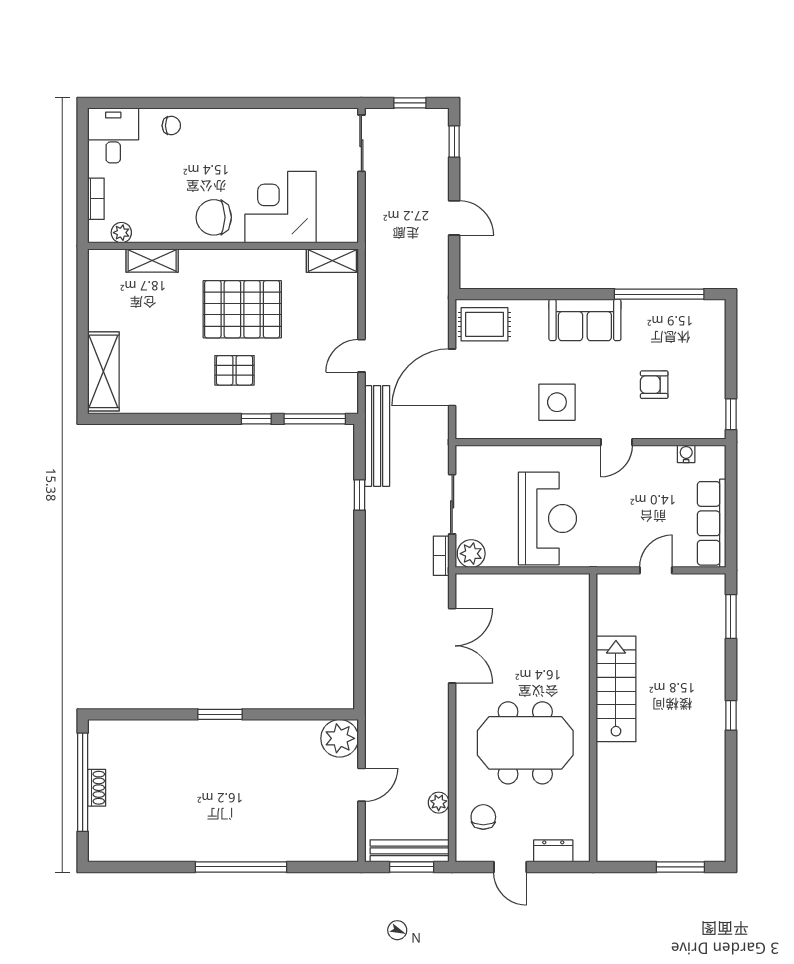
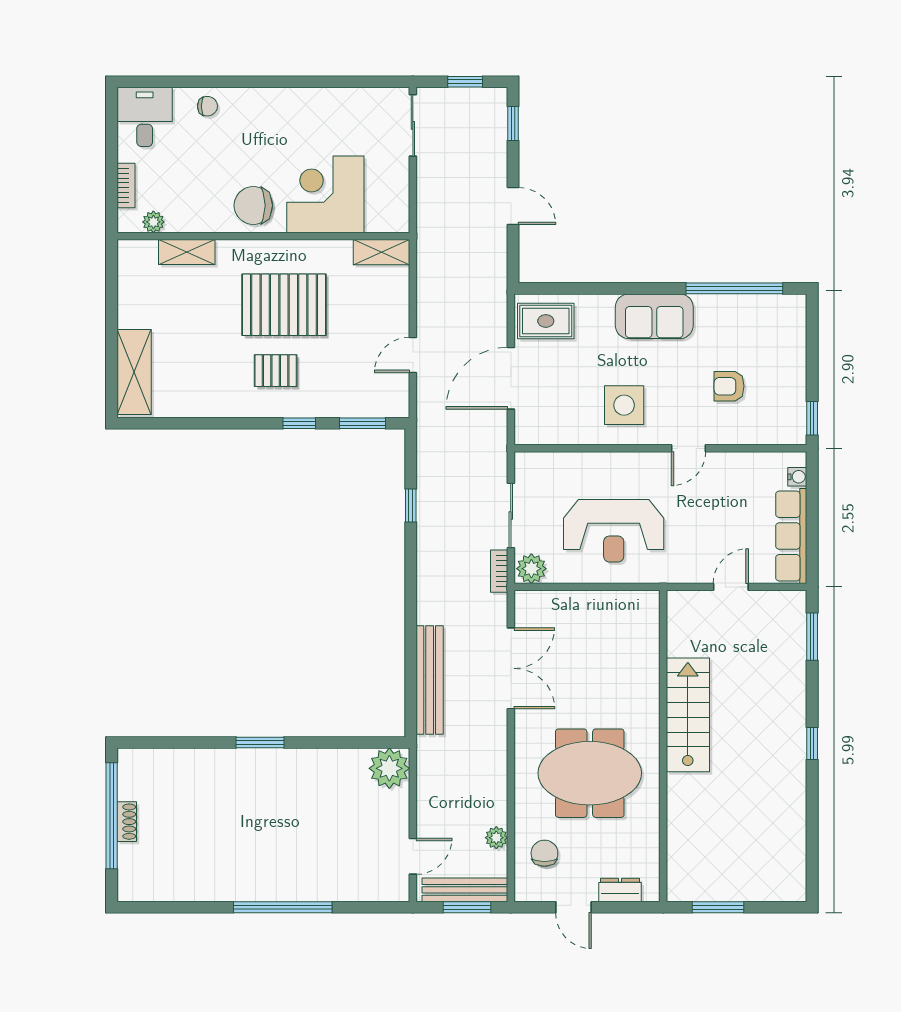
window: (315, 419) -> (362, 423), width x0.69
bench: (377, 436) -> (430, 680), moved
water cooler: (686, 454) -> (797, 477), moved, turned 90
reception desk: (547, 519) -> (614, 531), turned 90
door: (361, 785) -> (413, 856), moved
window: (680, 867) -> (718, 907), moved

